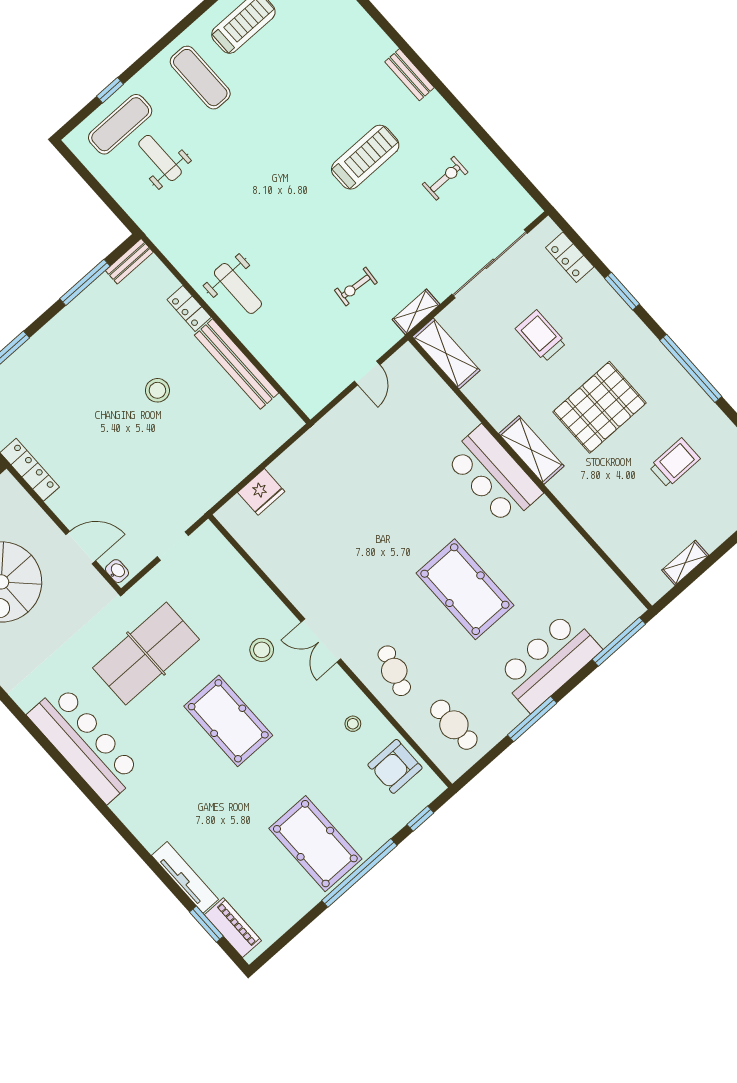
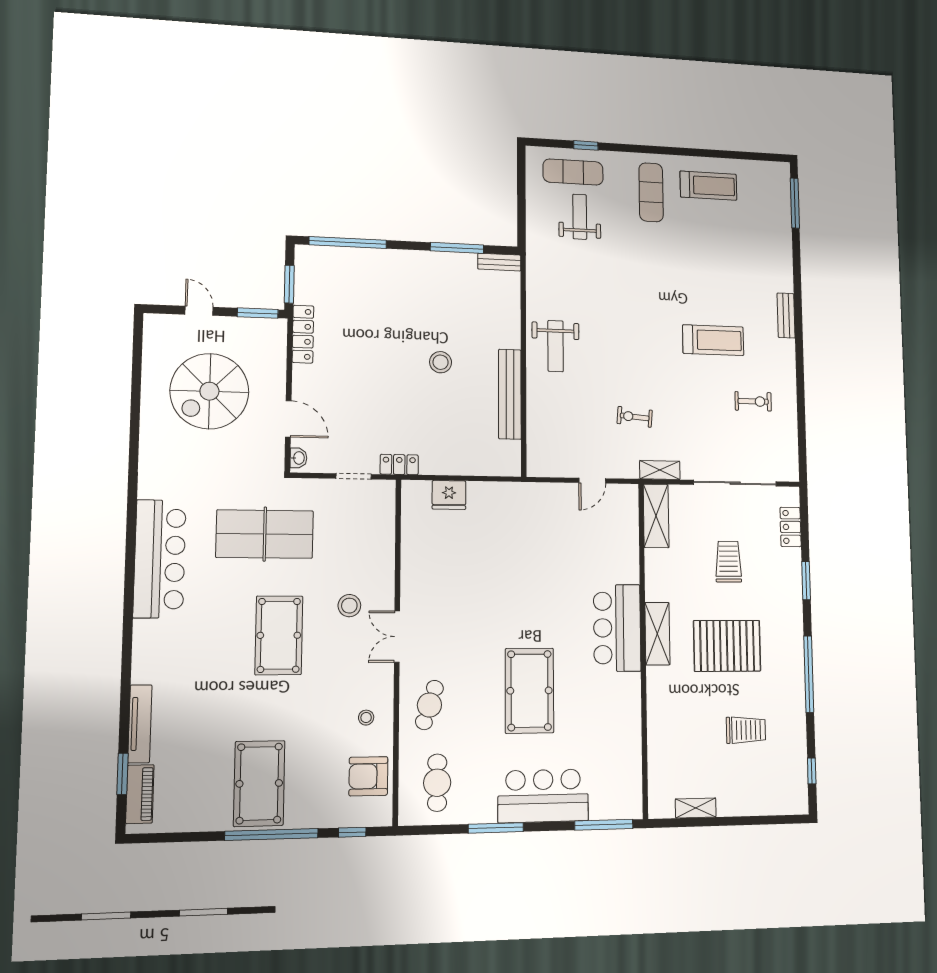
locker: (189, 308) -> (399, 465), moved, turned 90

